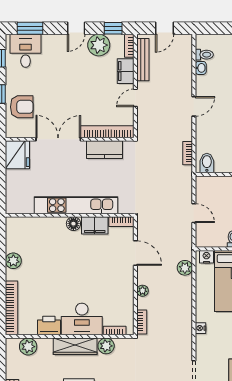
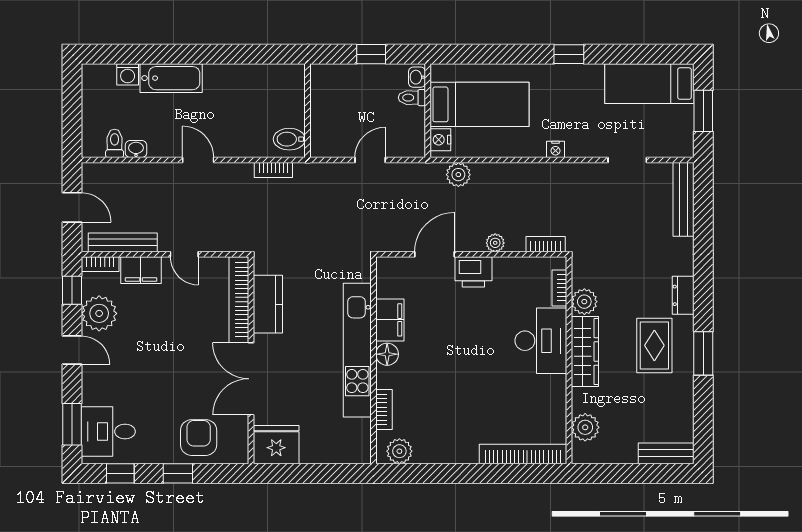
bookcase: (121, 222) -> (384, 409), moved
plant: (13, 261) -> (399, 451), moved
printer: (49, 326) -> (473, 272), moved, turned -90

